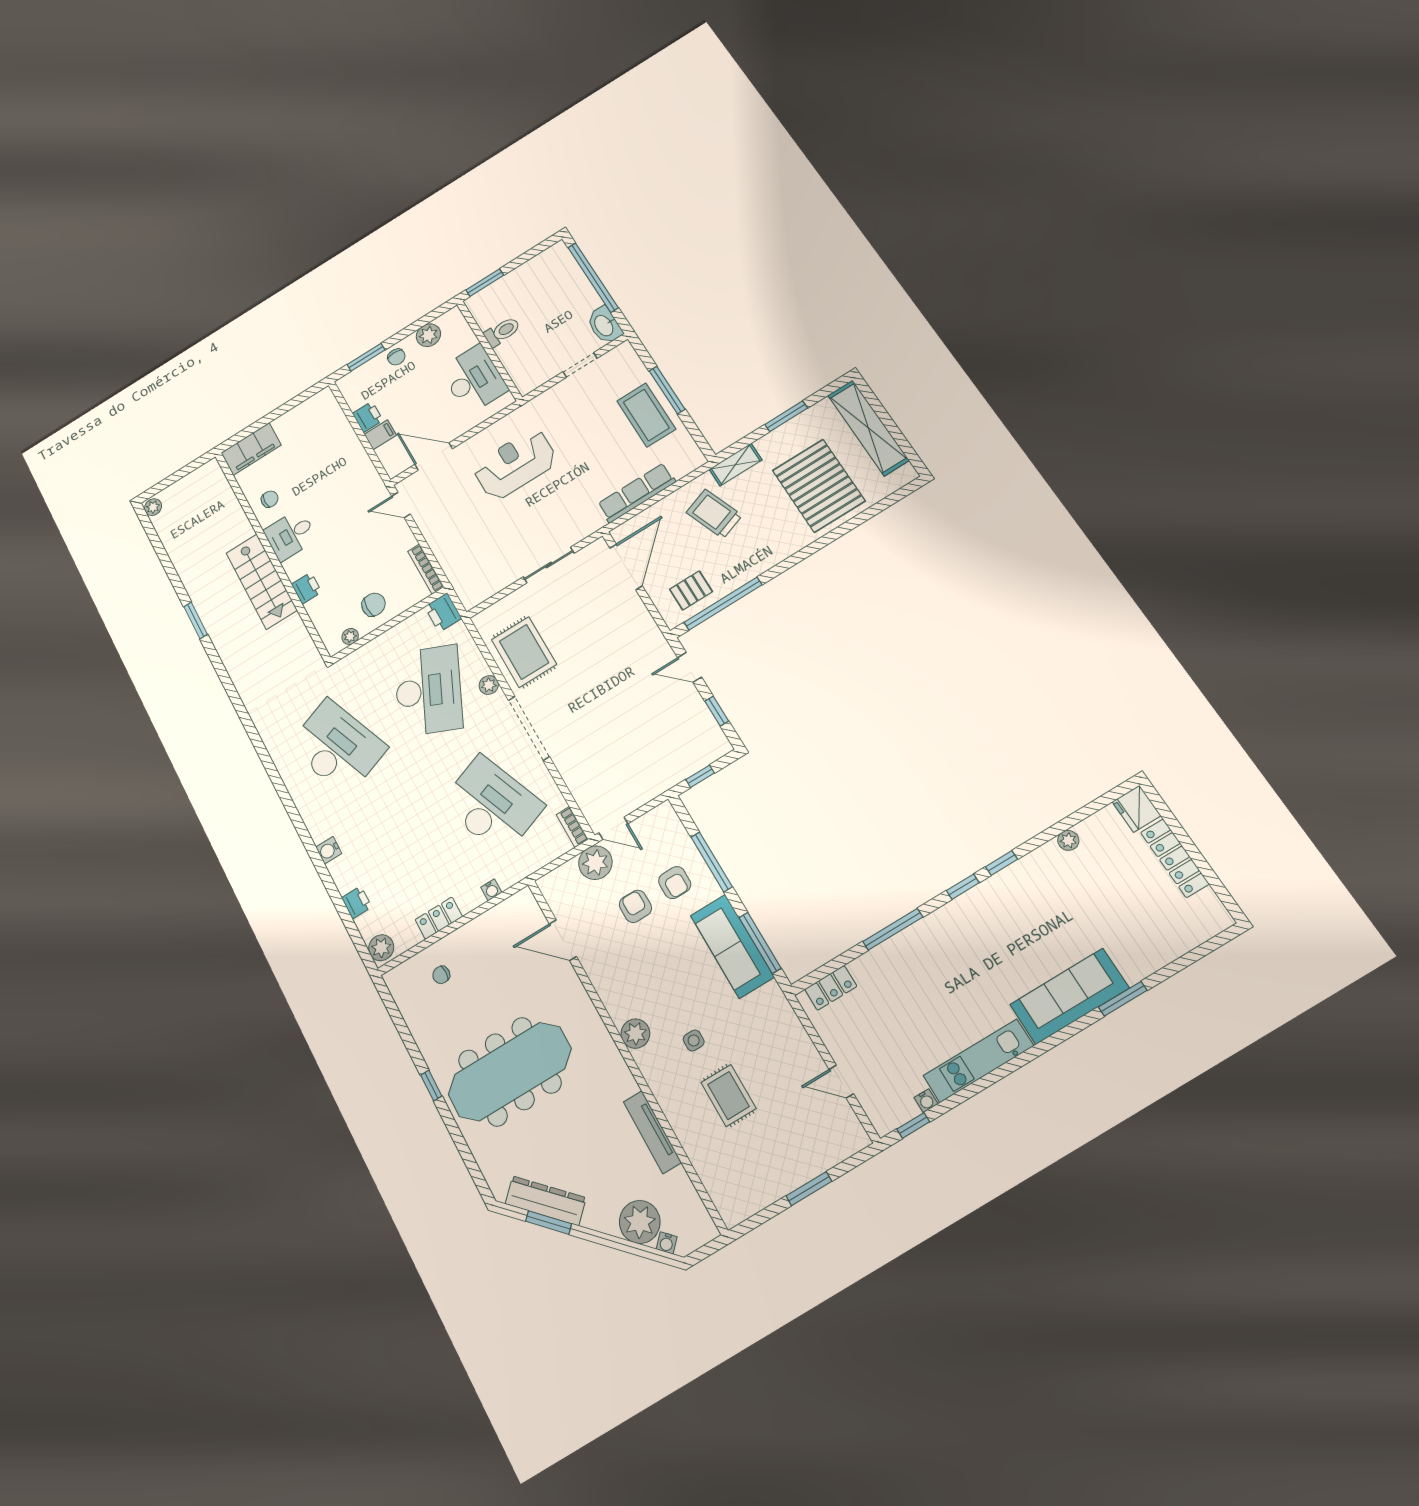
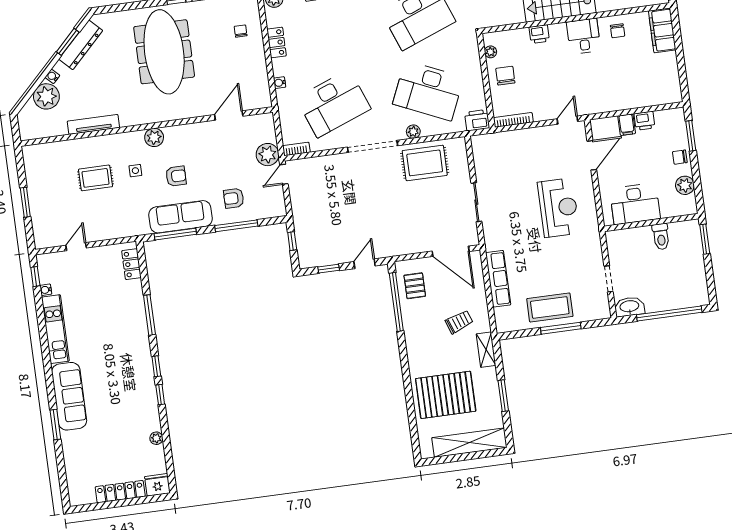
trolley: (714, 514) -> (459, 322), width x0.73, depth x0.72
chair: (374, 605) -> (505, 76), turned 180
armchair: (635, 906) -> (176, 176), moved
water cooler: (667, 1243) -> (52, 76), moved

